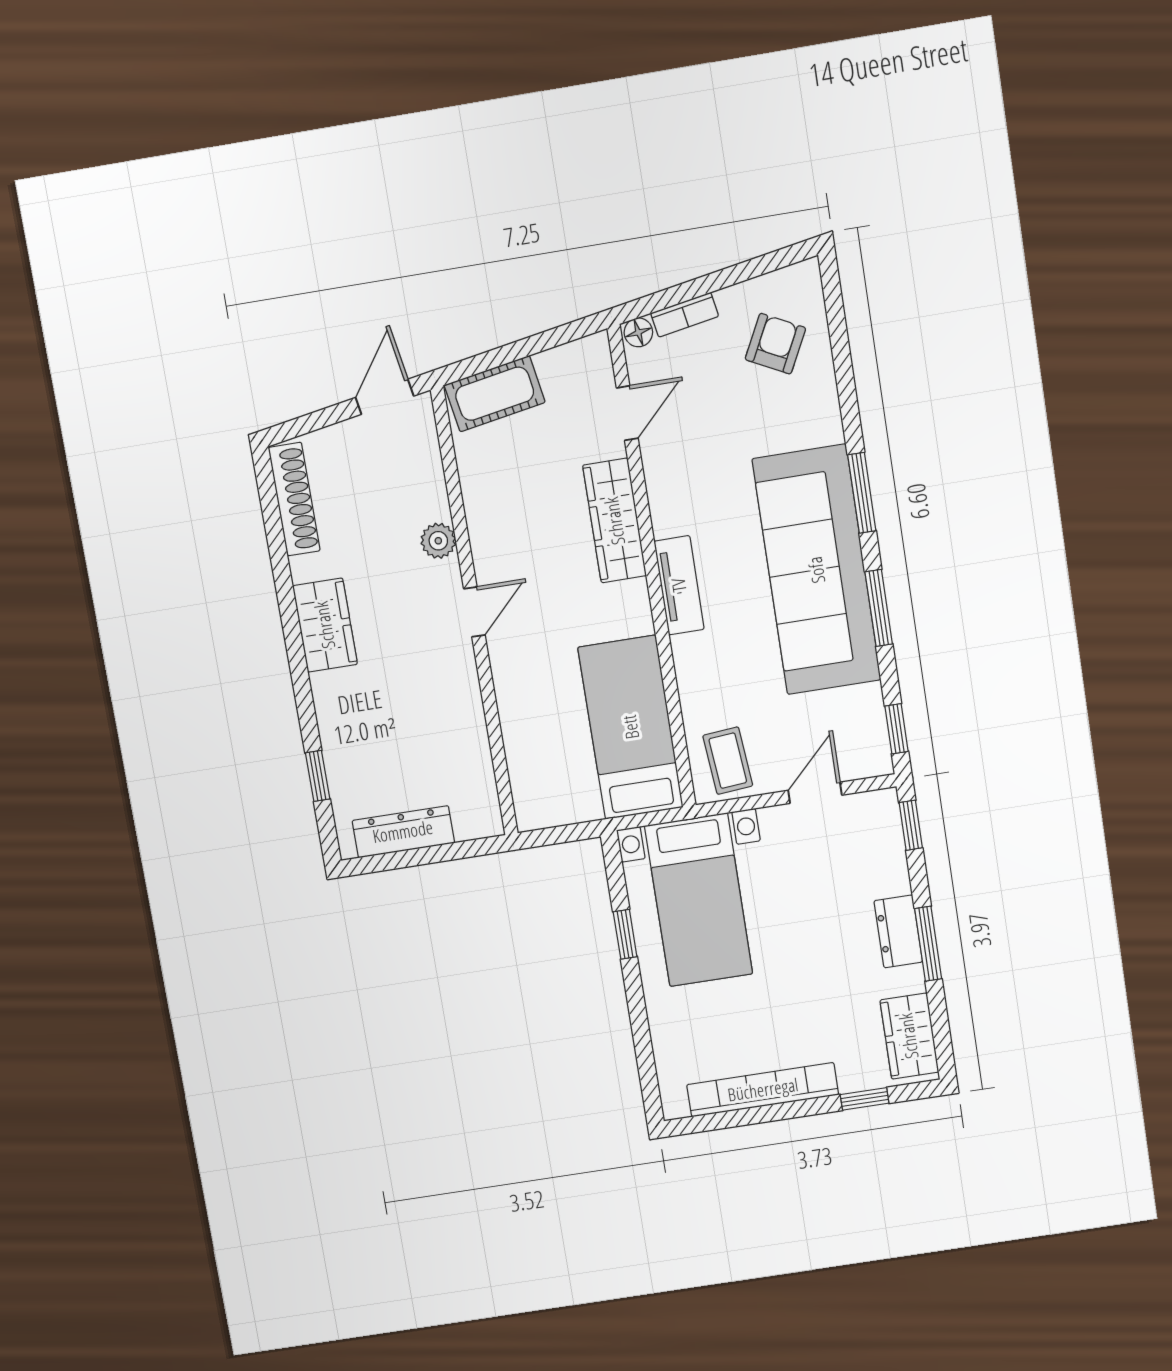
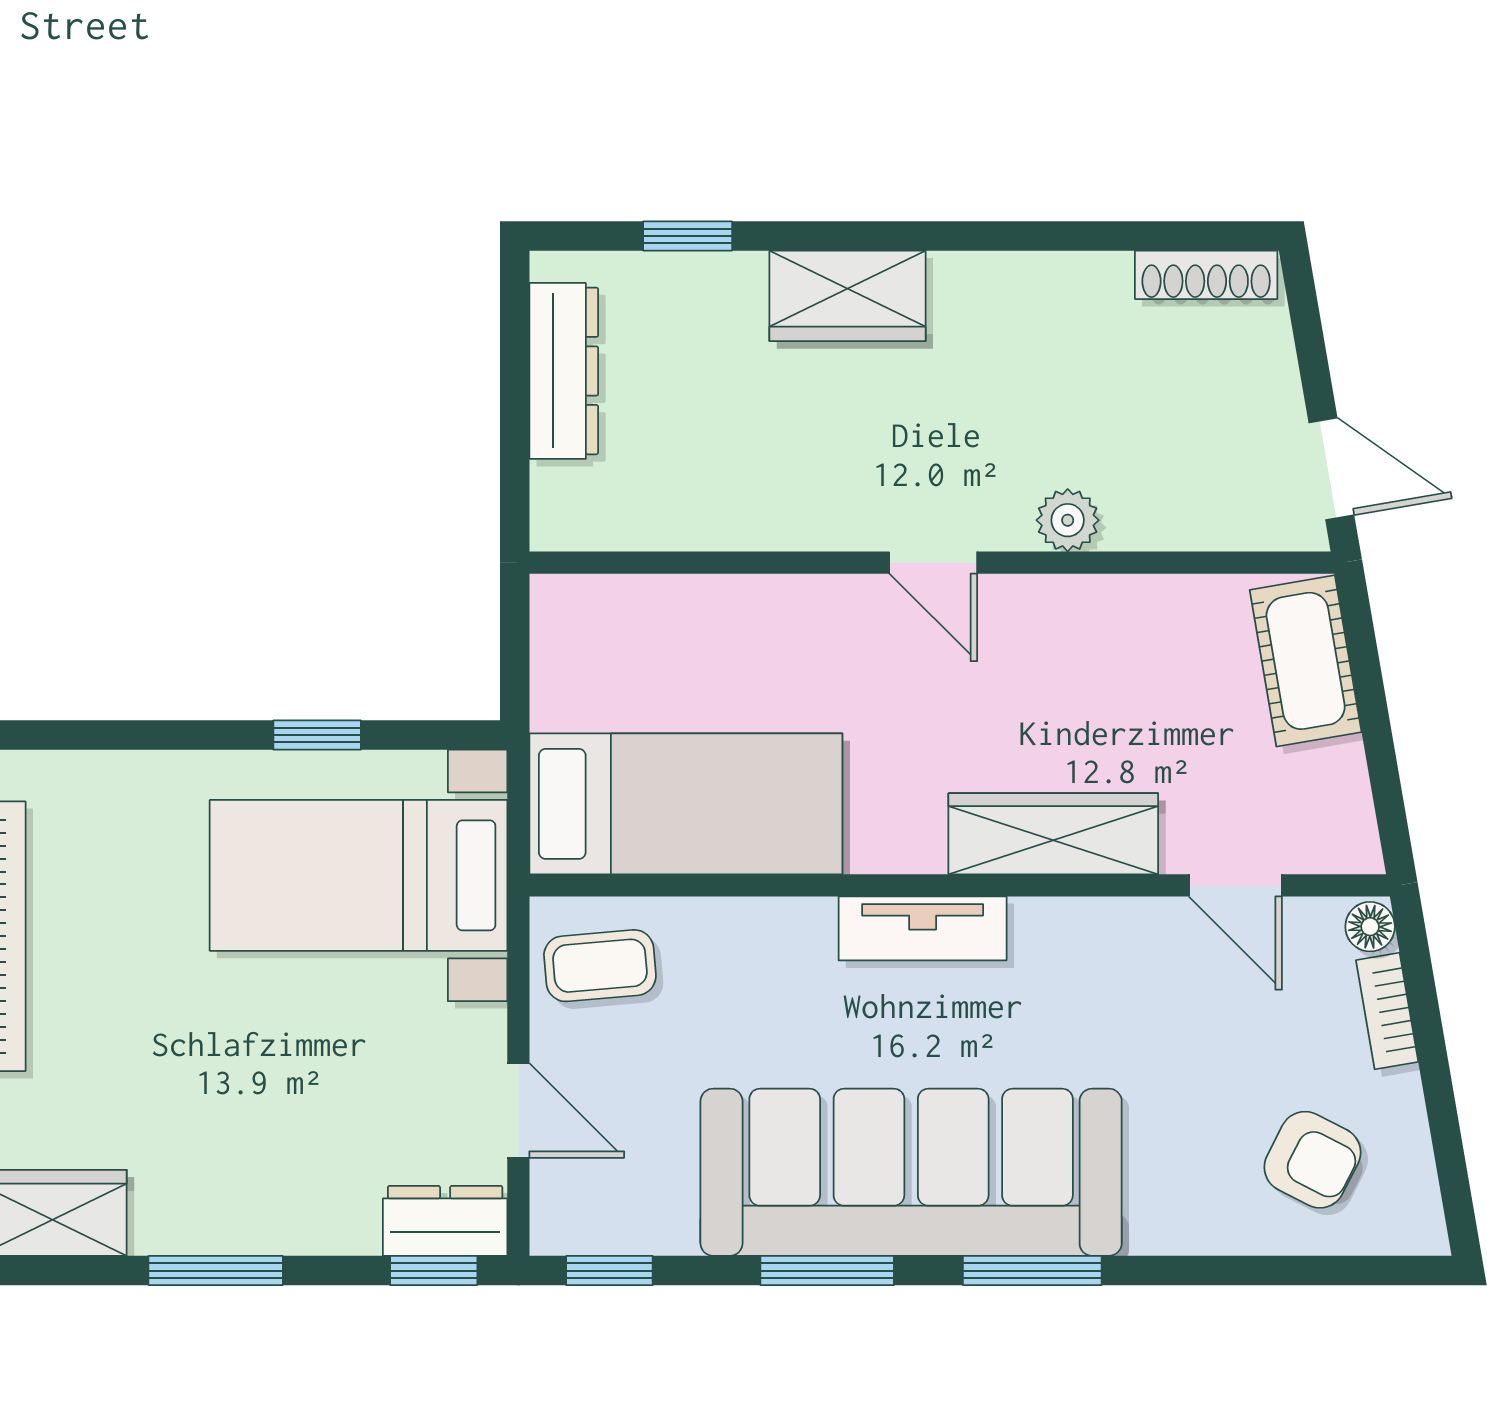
shoe rack: (294, 499) -> (1206, 275), width x0.74, depth x0.81
wardrobe: (325, 625) -> (847, 296), moved
dresser: (898, 931) -> (445, 1221), moved

